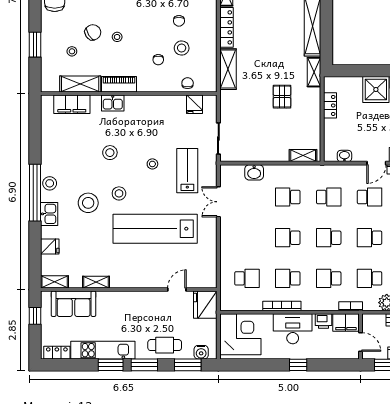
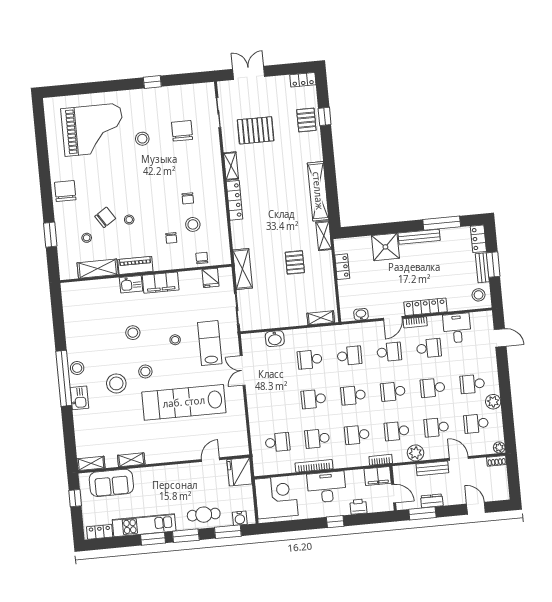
shelving: (228, 69) -> (243, 269), moved
filing cabinet: (72, 104) -> (161, 283), moved
fridge: (50, 247) -> (83, 429), removed
printer: (324, 321) -> (358, 507), moved, turned 180

